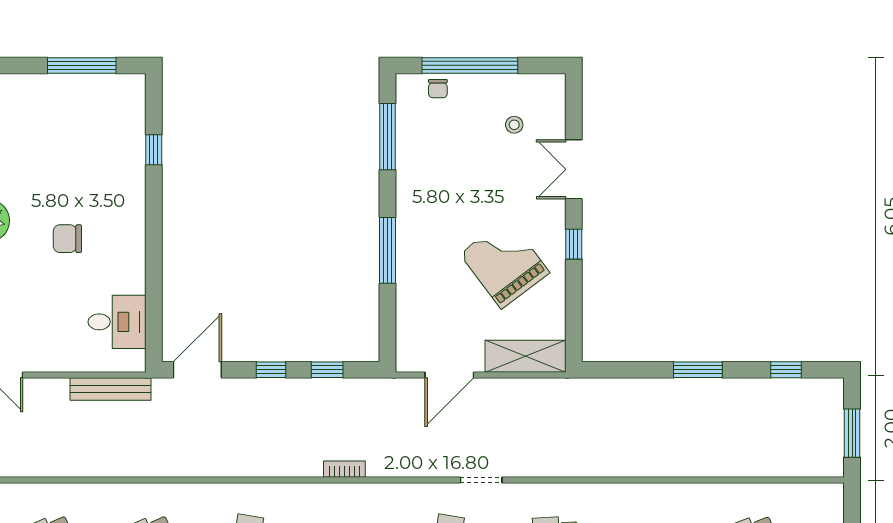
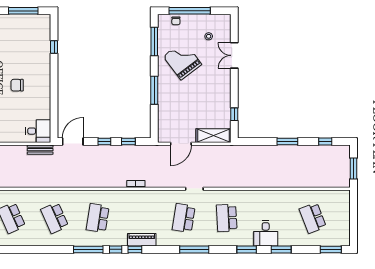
window: (574, 244) -> (234, 114), moved
grand piano: (505, 263) -> (182, 60), moved
desk: (117, 322) -> (38, 131), moved
bench: (110, 389) -> (40, 150), width x0.73

